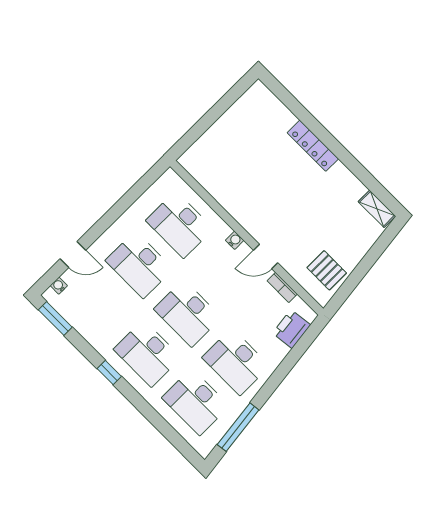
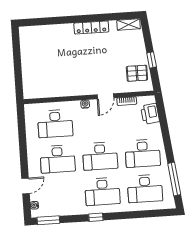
locker: (313, 146) -> (91, 27), moved
window: (358, 274) -> (152, 60), added

